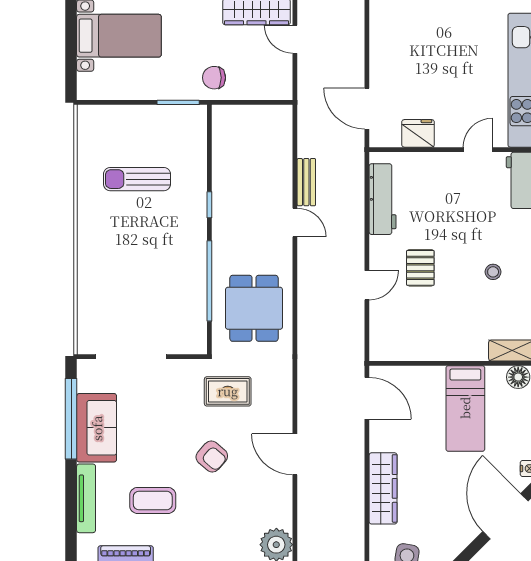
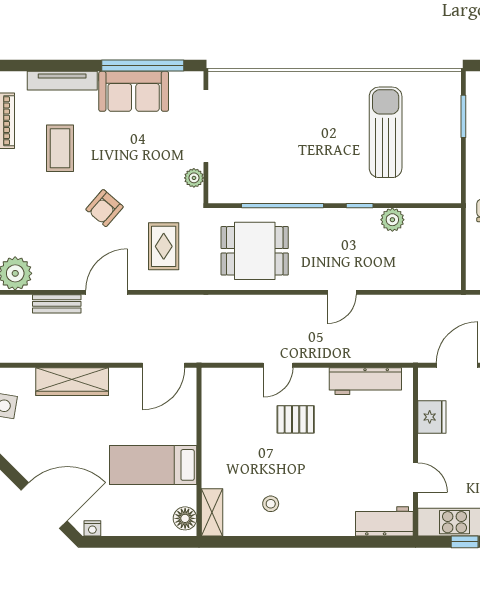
window: (178, 102) -> (463, 116), moved
plant: (223, 172) -> (392, 220), added
sun lounger: (137, 179) -> (386, 132), width x1.36, depth x1.34
bench: (306, 182) -> (57, 304), moved
stool: (493, 272) -> (271, 504), moved
door: (367, 285) -> (278, 365), hinge flipped
plant: (182, 368) -> (194, 178), added
rug: (228, 391) -> (164, 246), moved

